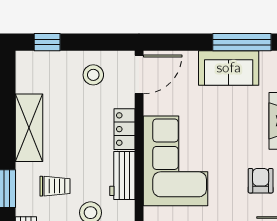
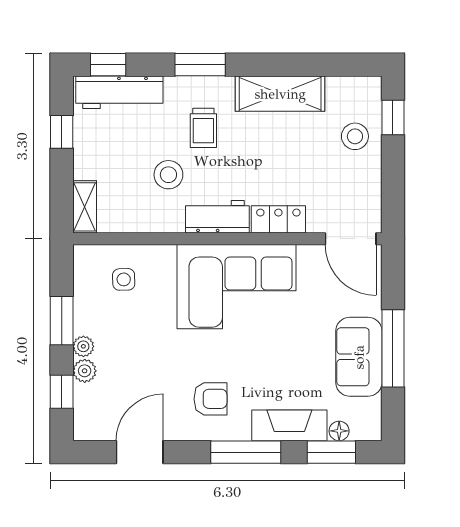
window: (242, 42) -> (393, 348), moved
stool: (93, 75) -> (355, 136), moved

